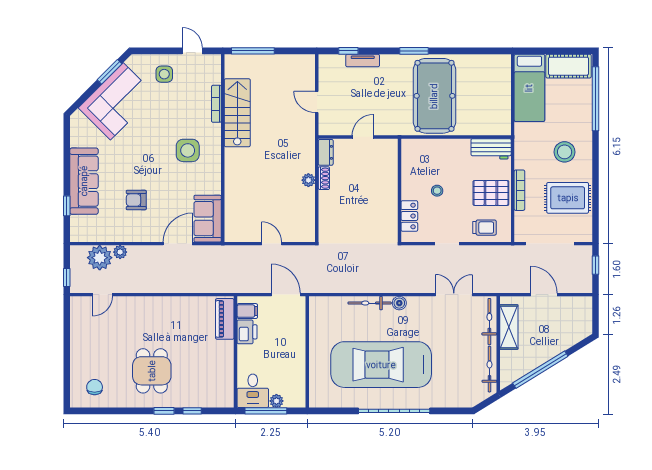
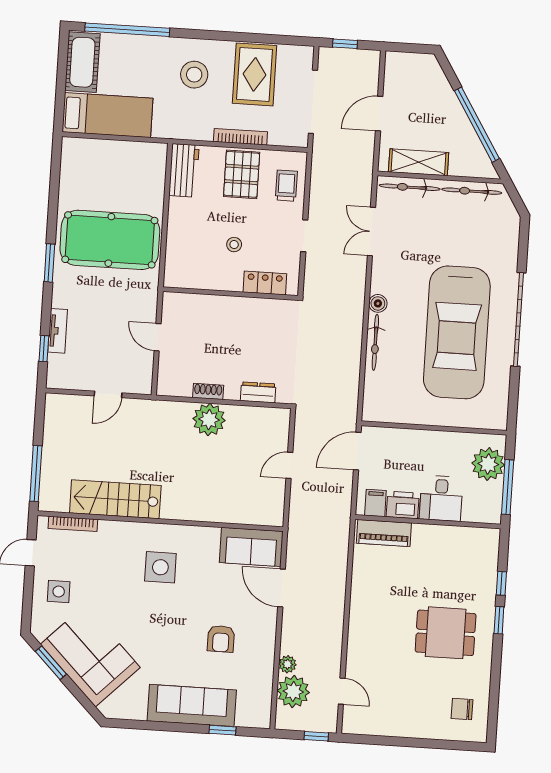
bookcase: (216, 104) -> (73, 524), moved
dresser: (326, 152) -> (258, 392), moved
plant: (308, 180) -> (209, 420), width x1.88, depth x1.88
desk: (253, 391) -> (441, 498), moved, turned 90
plant: (276, 401) -> (488, 464), width x1.87, depth x1.87

